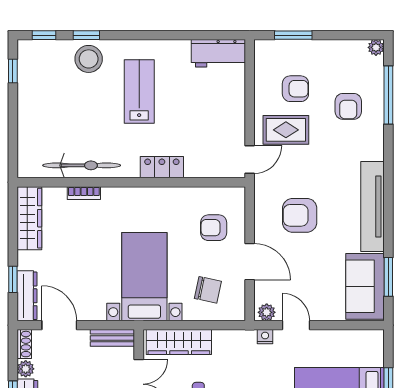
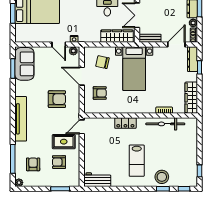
armchair: (348, 106) -> (33, 164), moved
tv unit: (373, 206) -> (21, 119), moved
door: (59, 325) -> (176, 45), swing flipped

